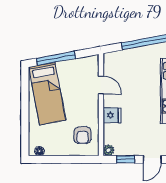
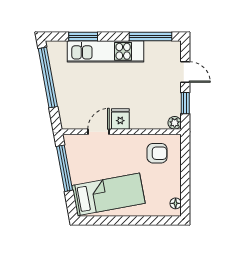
window: (56, 58) -> (64, 168), moved
fridge: (112, 115) -> (120, 119), moved

